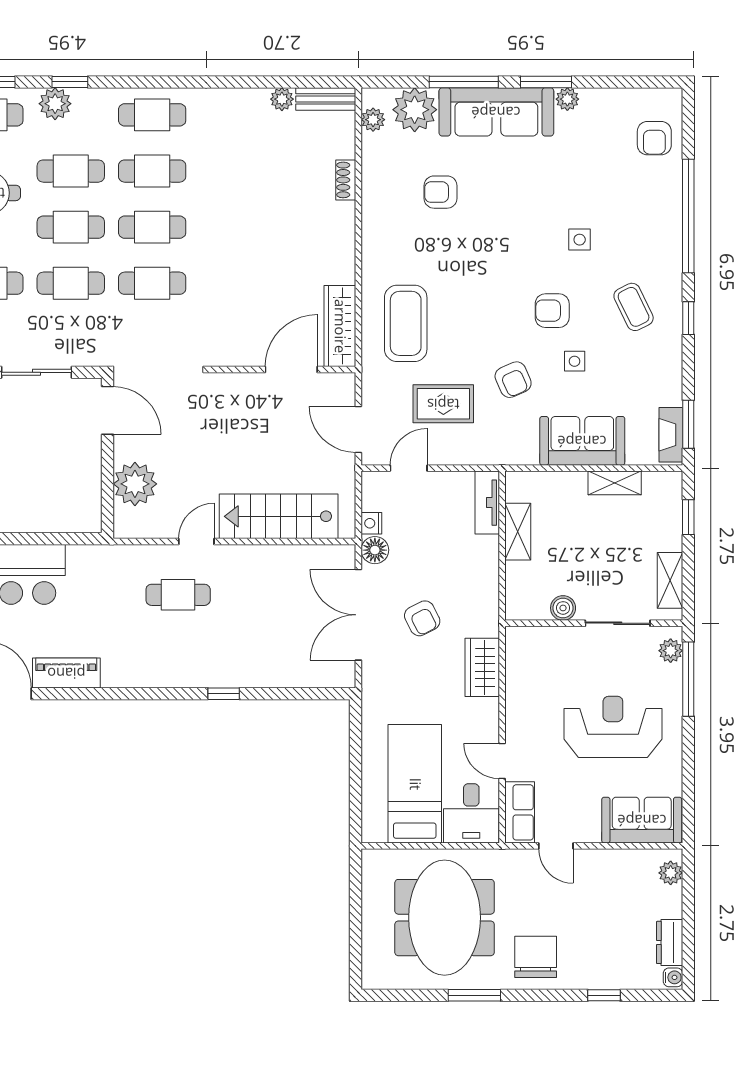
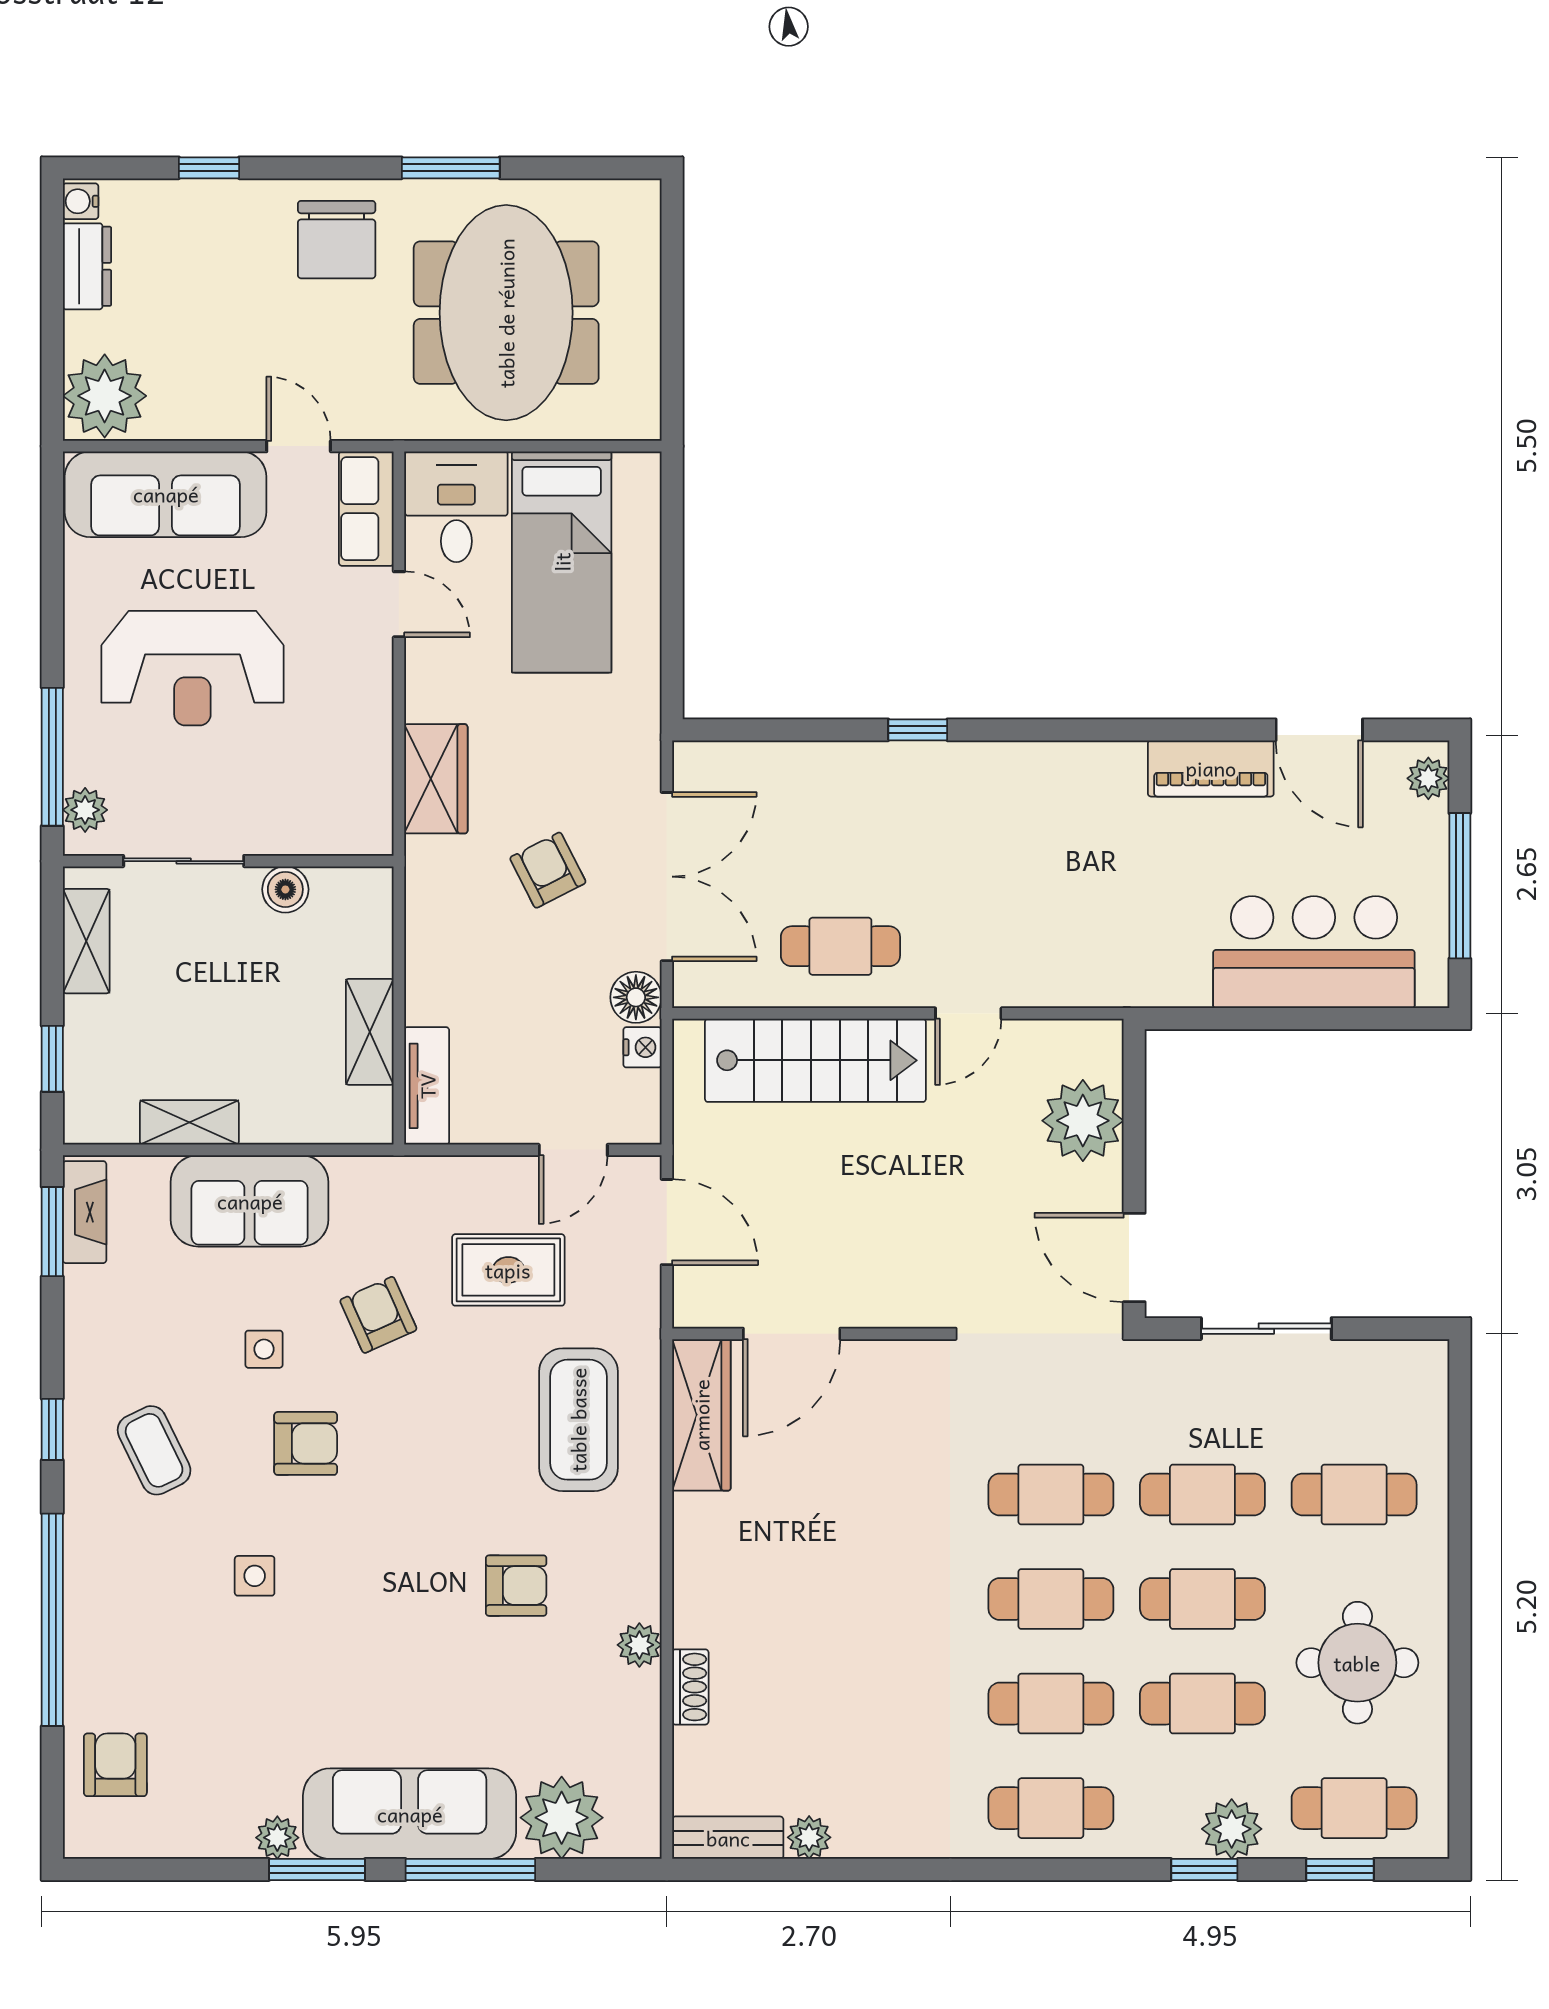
plant: (373, 120) -> (639, 1645), moved
armchair: (441, 192) -> (516, 1586), moved
cafe table: (178, 595) -> (840, 946), moved
sofa: (642, 820) -> (166, 494), width x1.36
plant: (671, 873) -> (105, 396), width x1.87, depth x1.87

